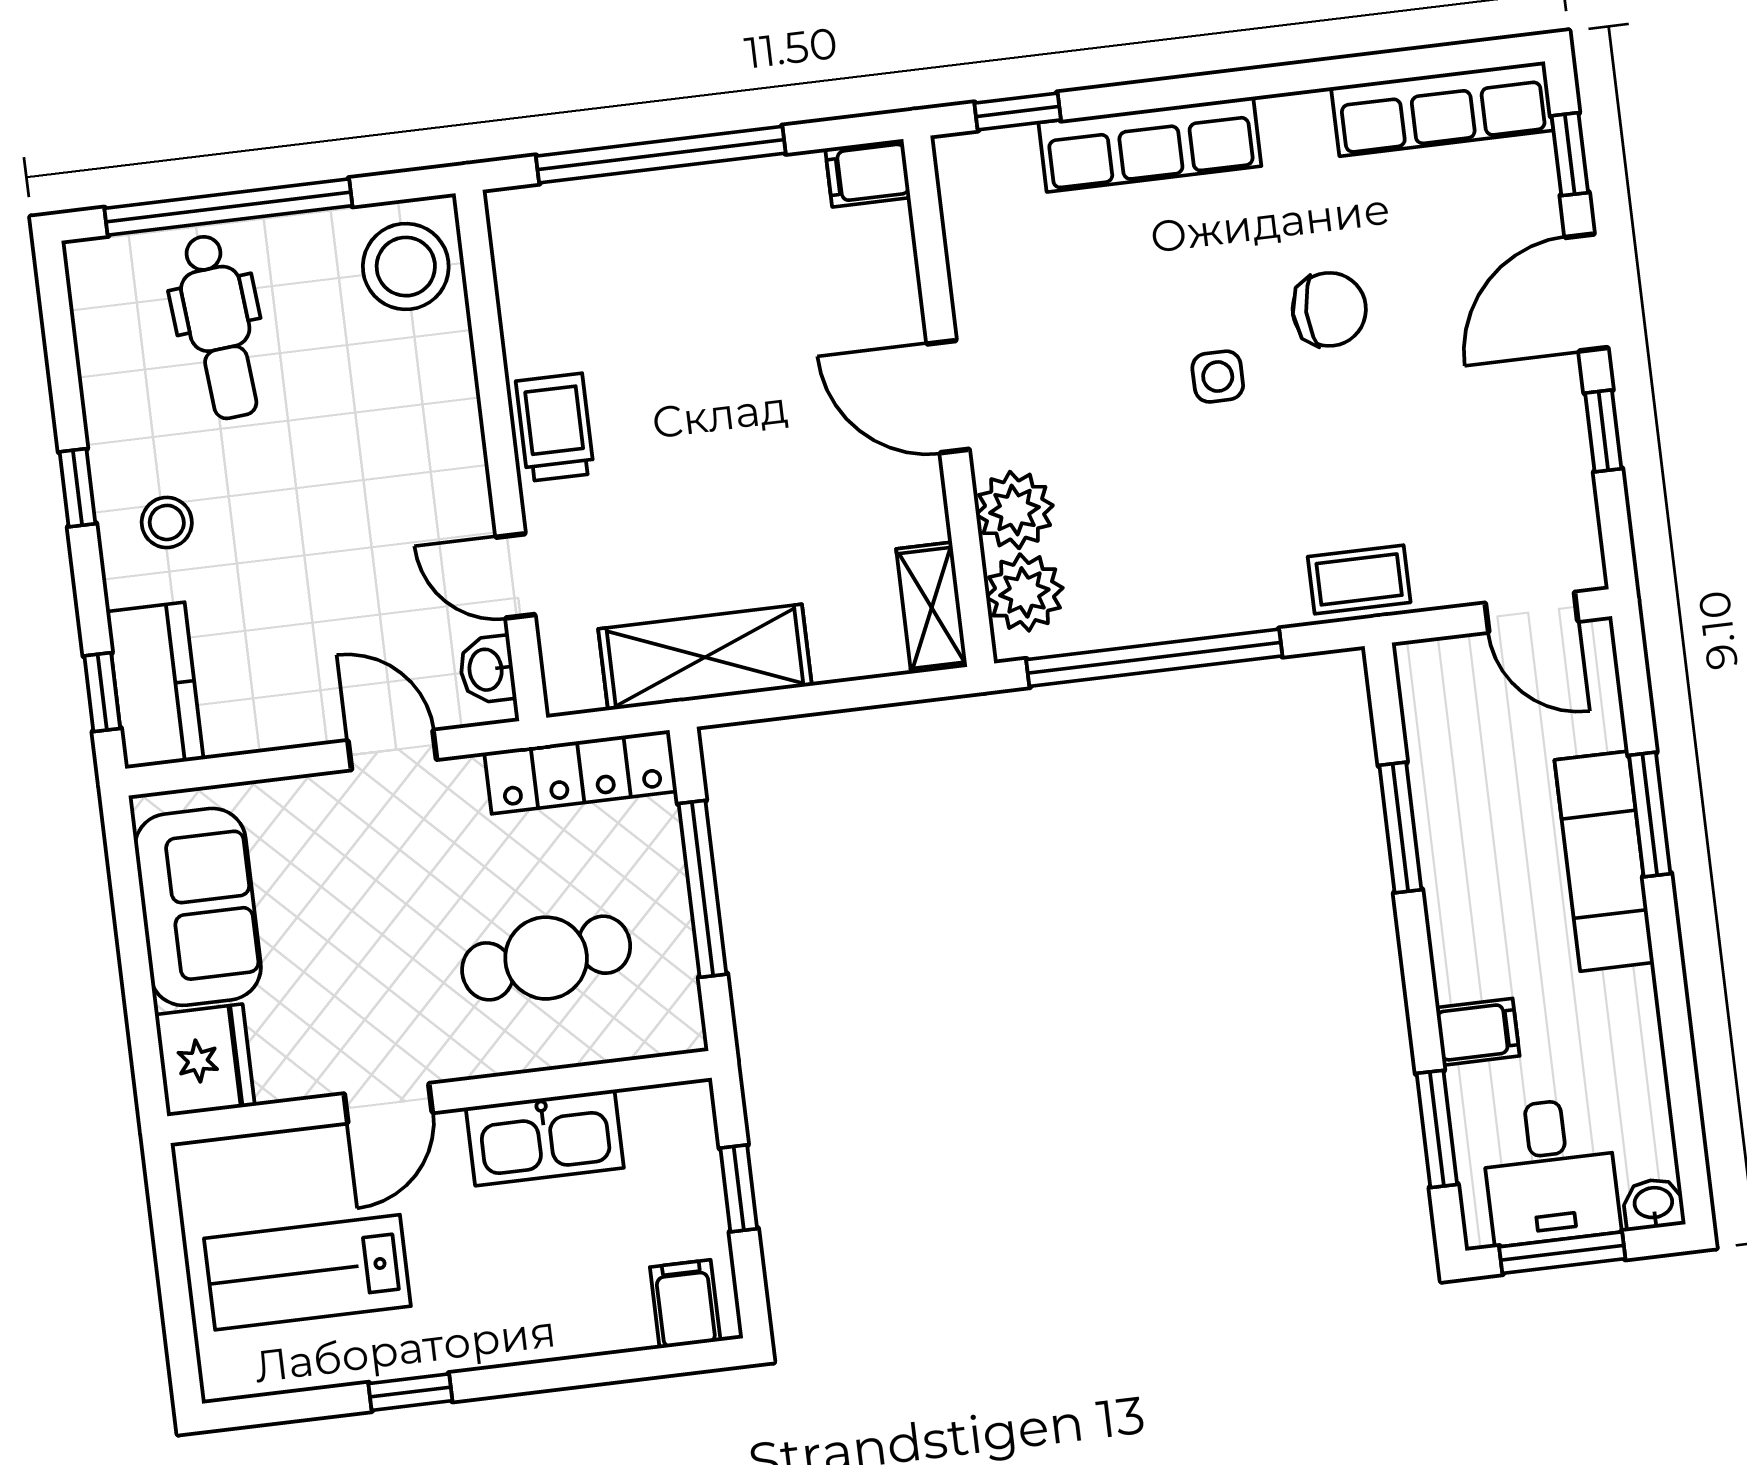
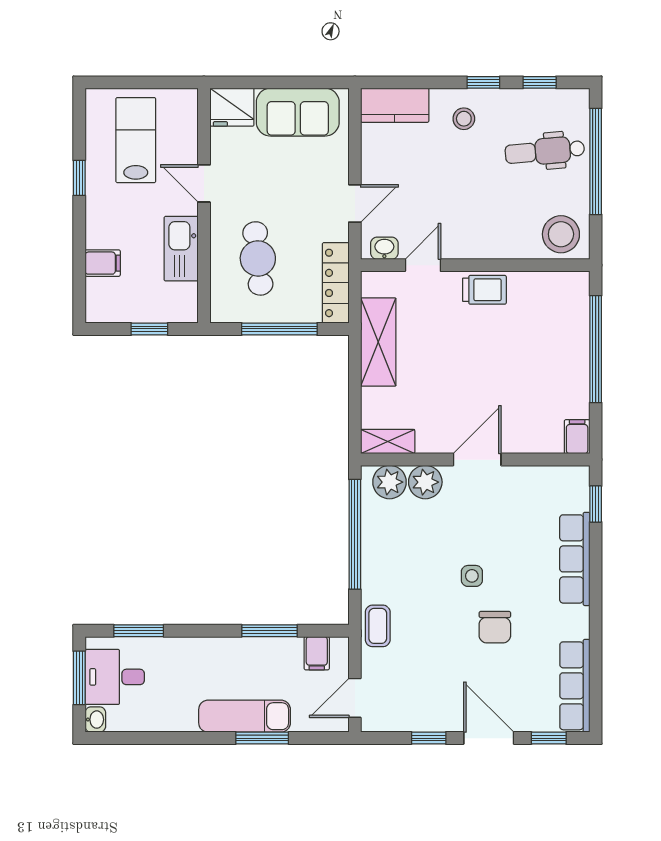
window: (102, 692) -> (540, 82), moved
filing cabinet: (1478, 1032) -> (317, 653), moved
filing cabinet: (685, 1304) -> (103, 263), moved

